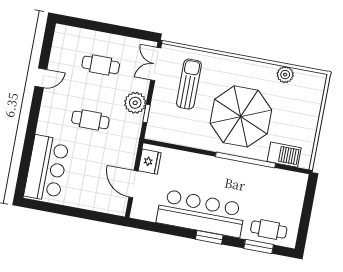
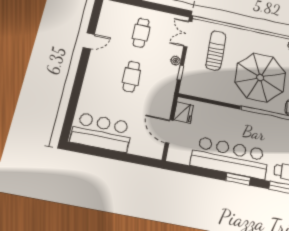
cafe table: (101, 65) -> (141, 33), turned 90
plant: (135, 103) -> (176, 61), width x0.53, depth x0.53
cafe table: (90, 120) -> (131, 76), turned 90
bar counter: (46, 168) -> (101, 132), moved, turned -90

